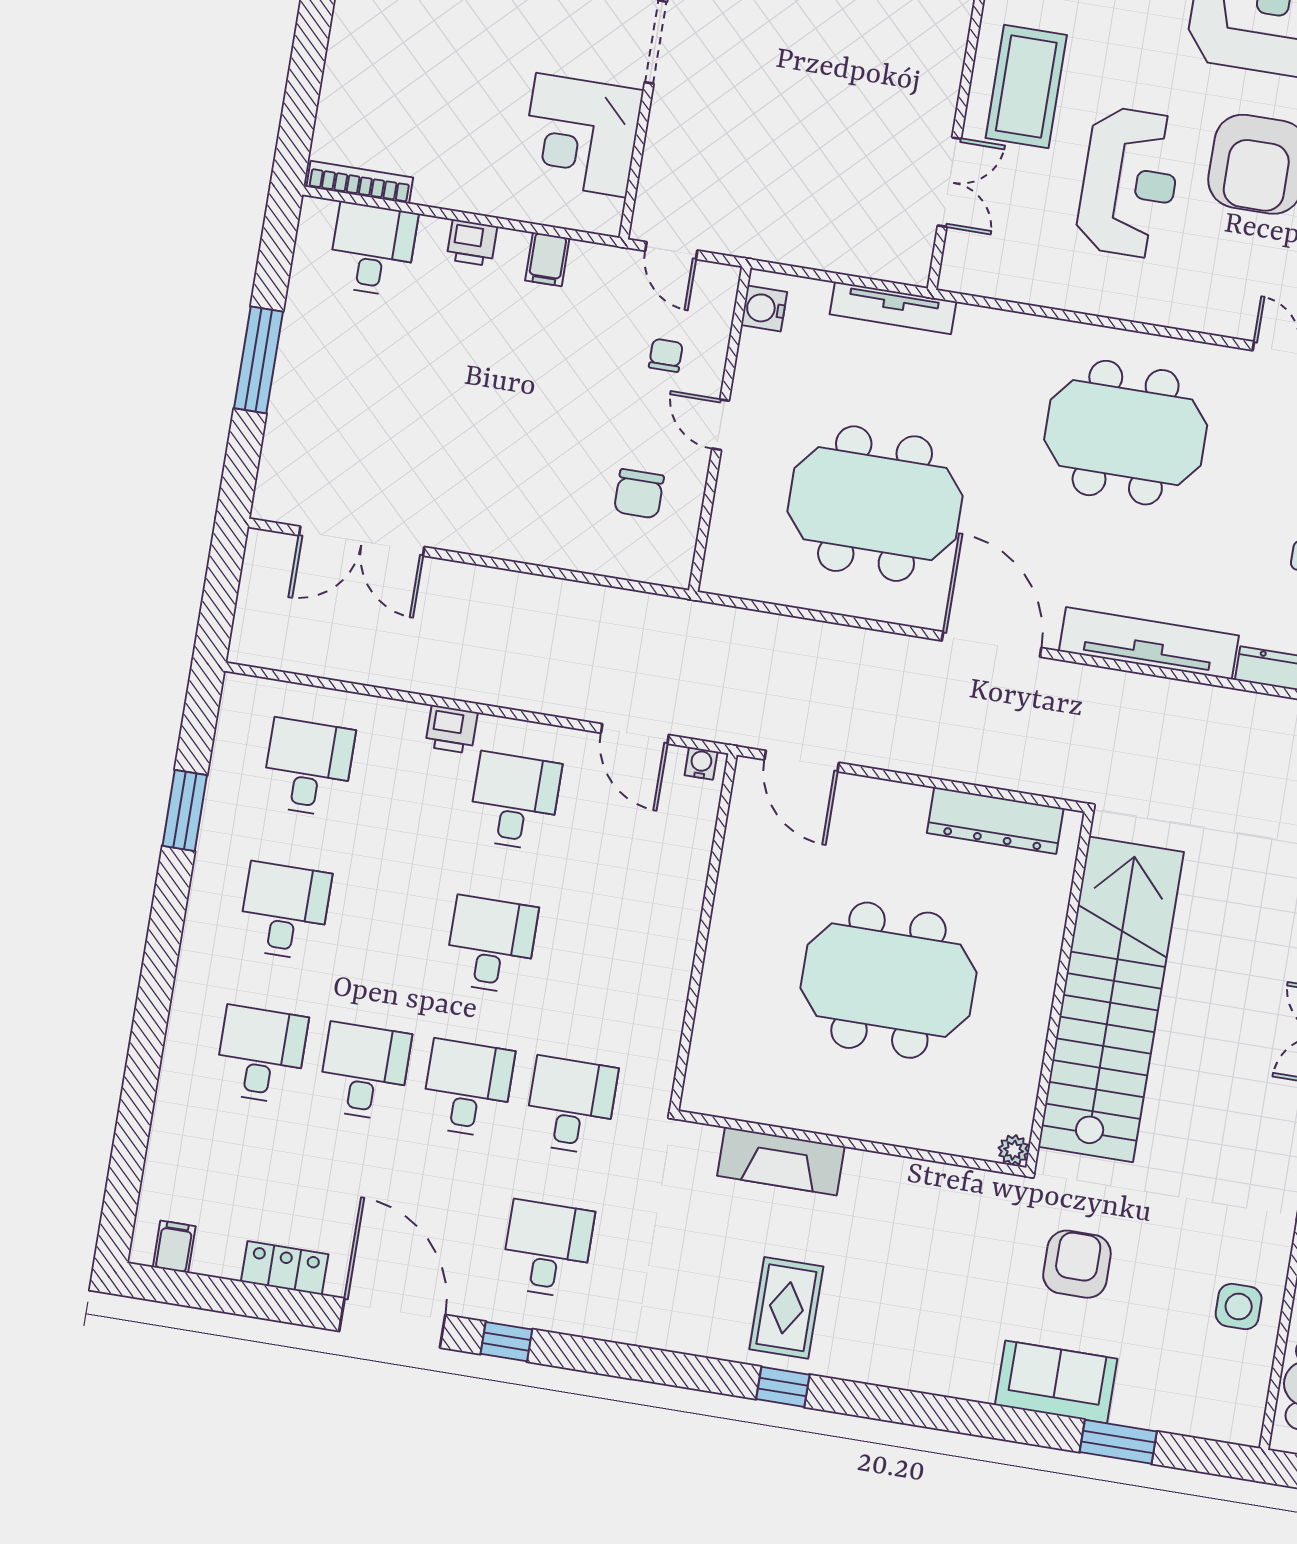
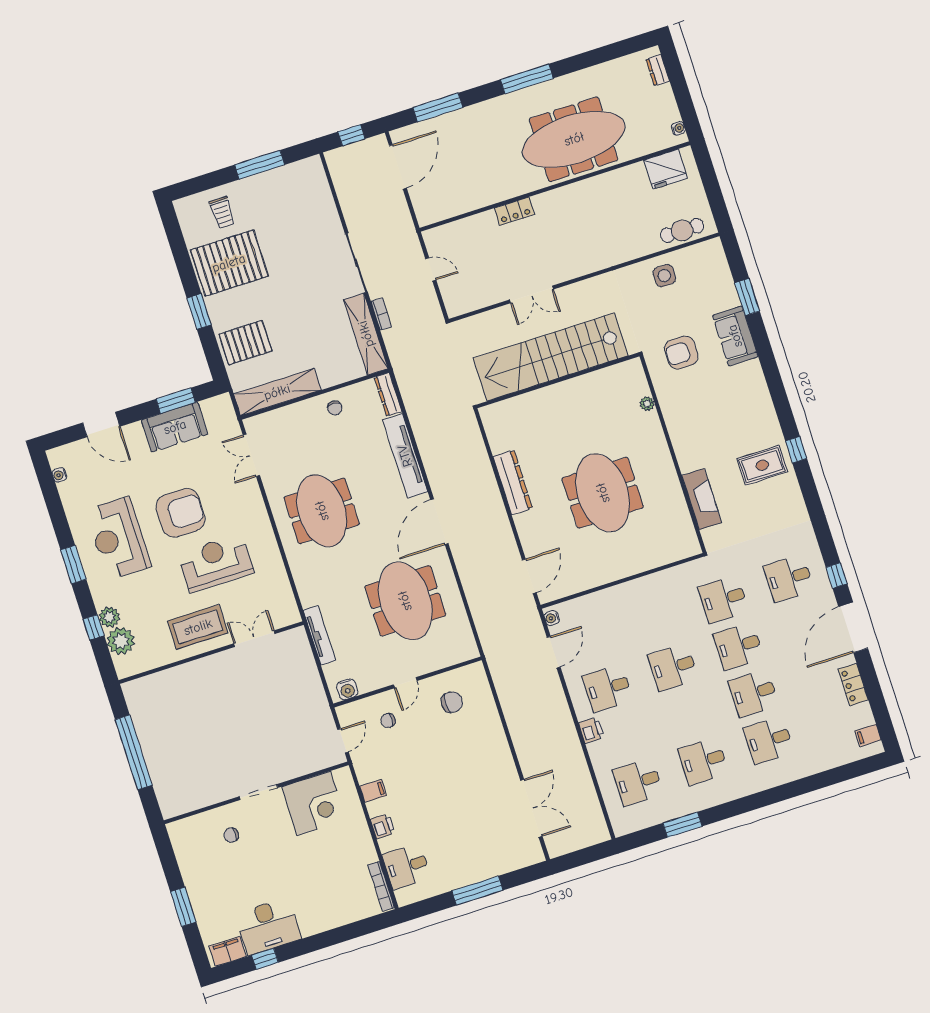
wall: (1060, 990) -> (558, 380), moved
stairs: (1111, 999) -> (551, 357), moved

